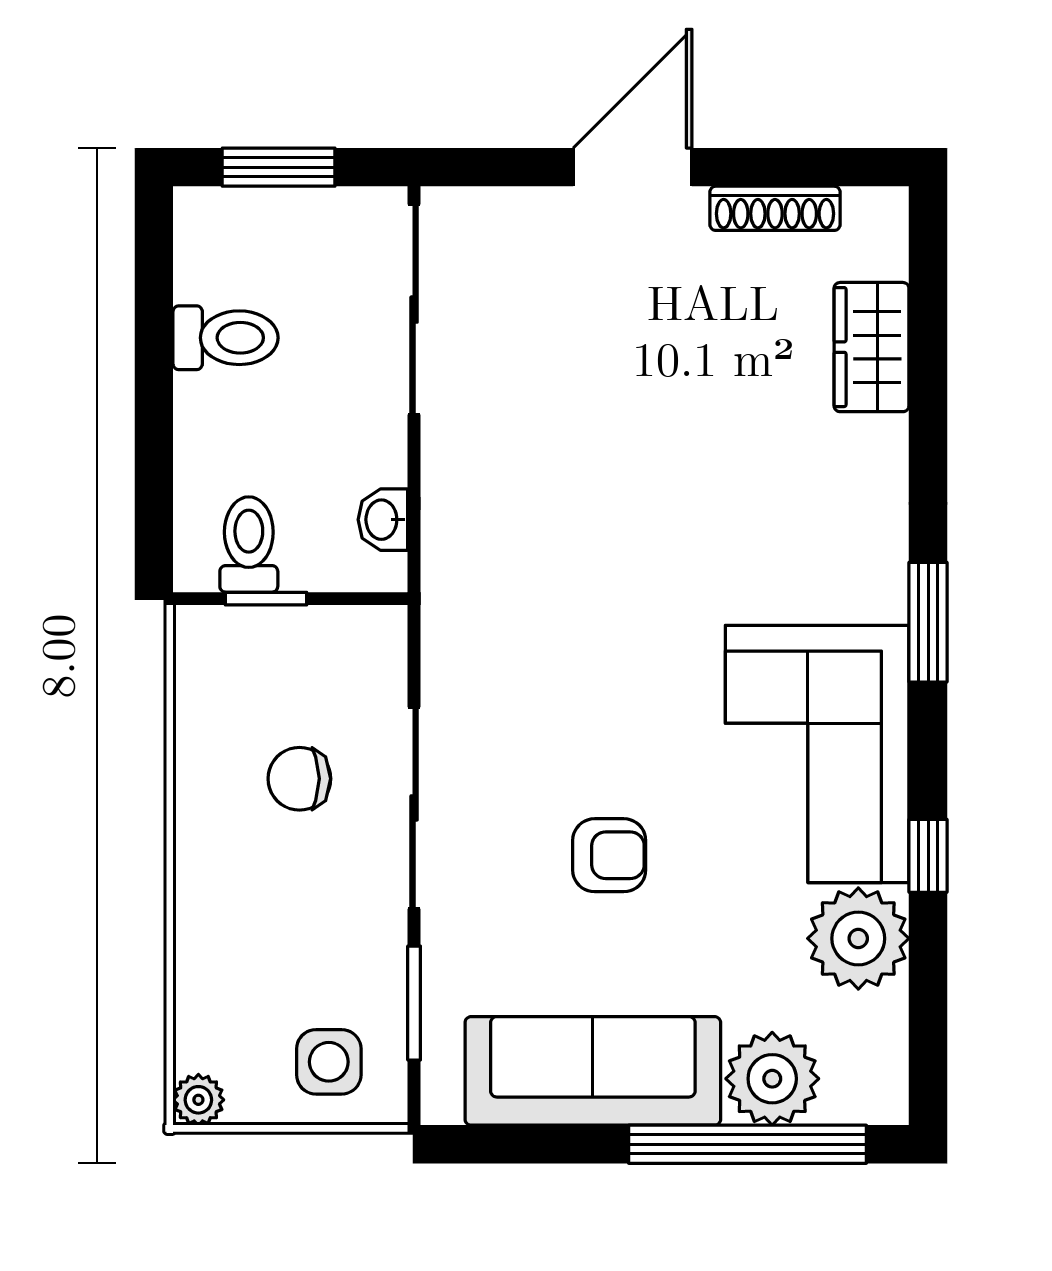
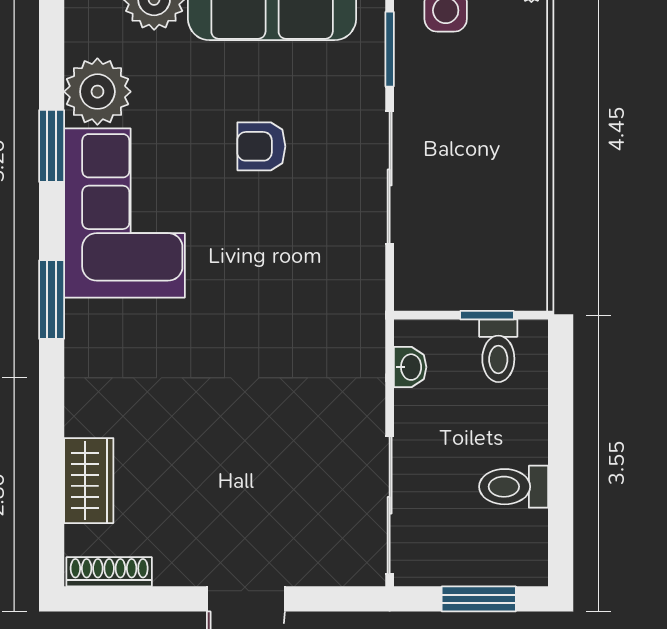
shoe rack: (775, 208) -> (109, 572), moved
chair: (299, 779) -> (465, 197), removed
window: (928, 856) -> (52, 146), width x1.50

